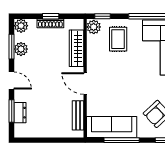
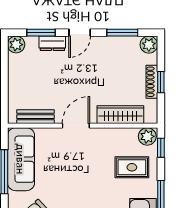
plant: (21, 49) -> (16, 45), moved
dresser: (20, 113) -> (52, 43), moved

